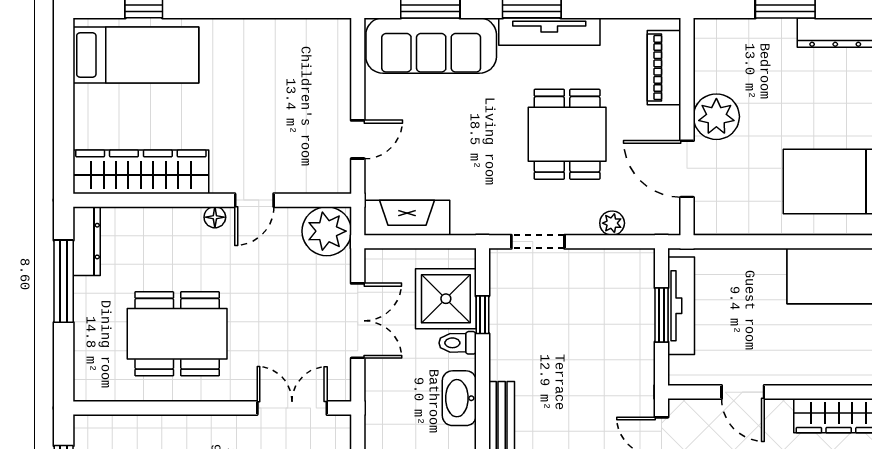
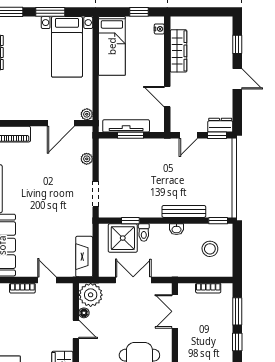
bookcase: (341, 88) -> (22, 288), added
plant: (716, 117) -> (87, 114), moved, width x0.53, depth x0.53
dining table: (567, 134) -> (44, 180), removed
floor lamp: (215, 217) -> (84, 313), moved
door: (743, 392) -> (167, 97), swing flipped
washbasin: (459, 398) -> (176, 229), width x0.52, depth x0.69

